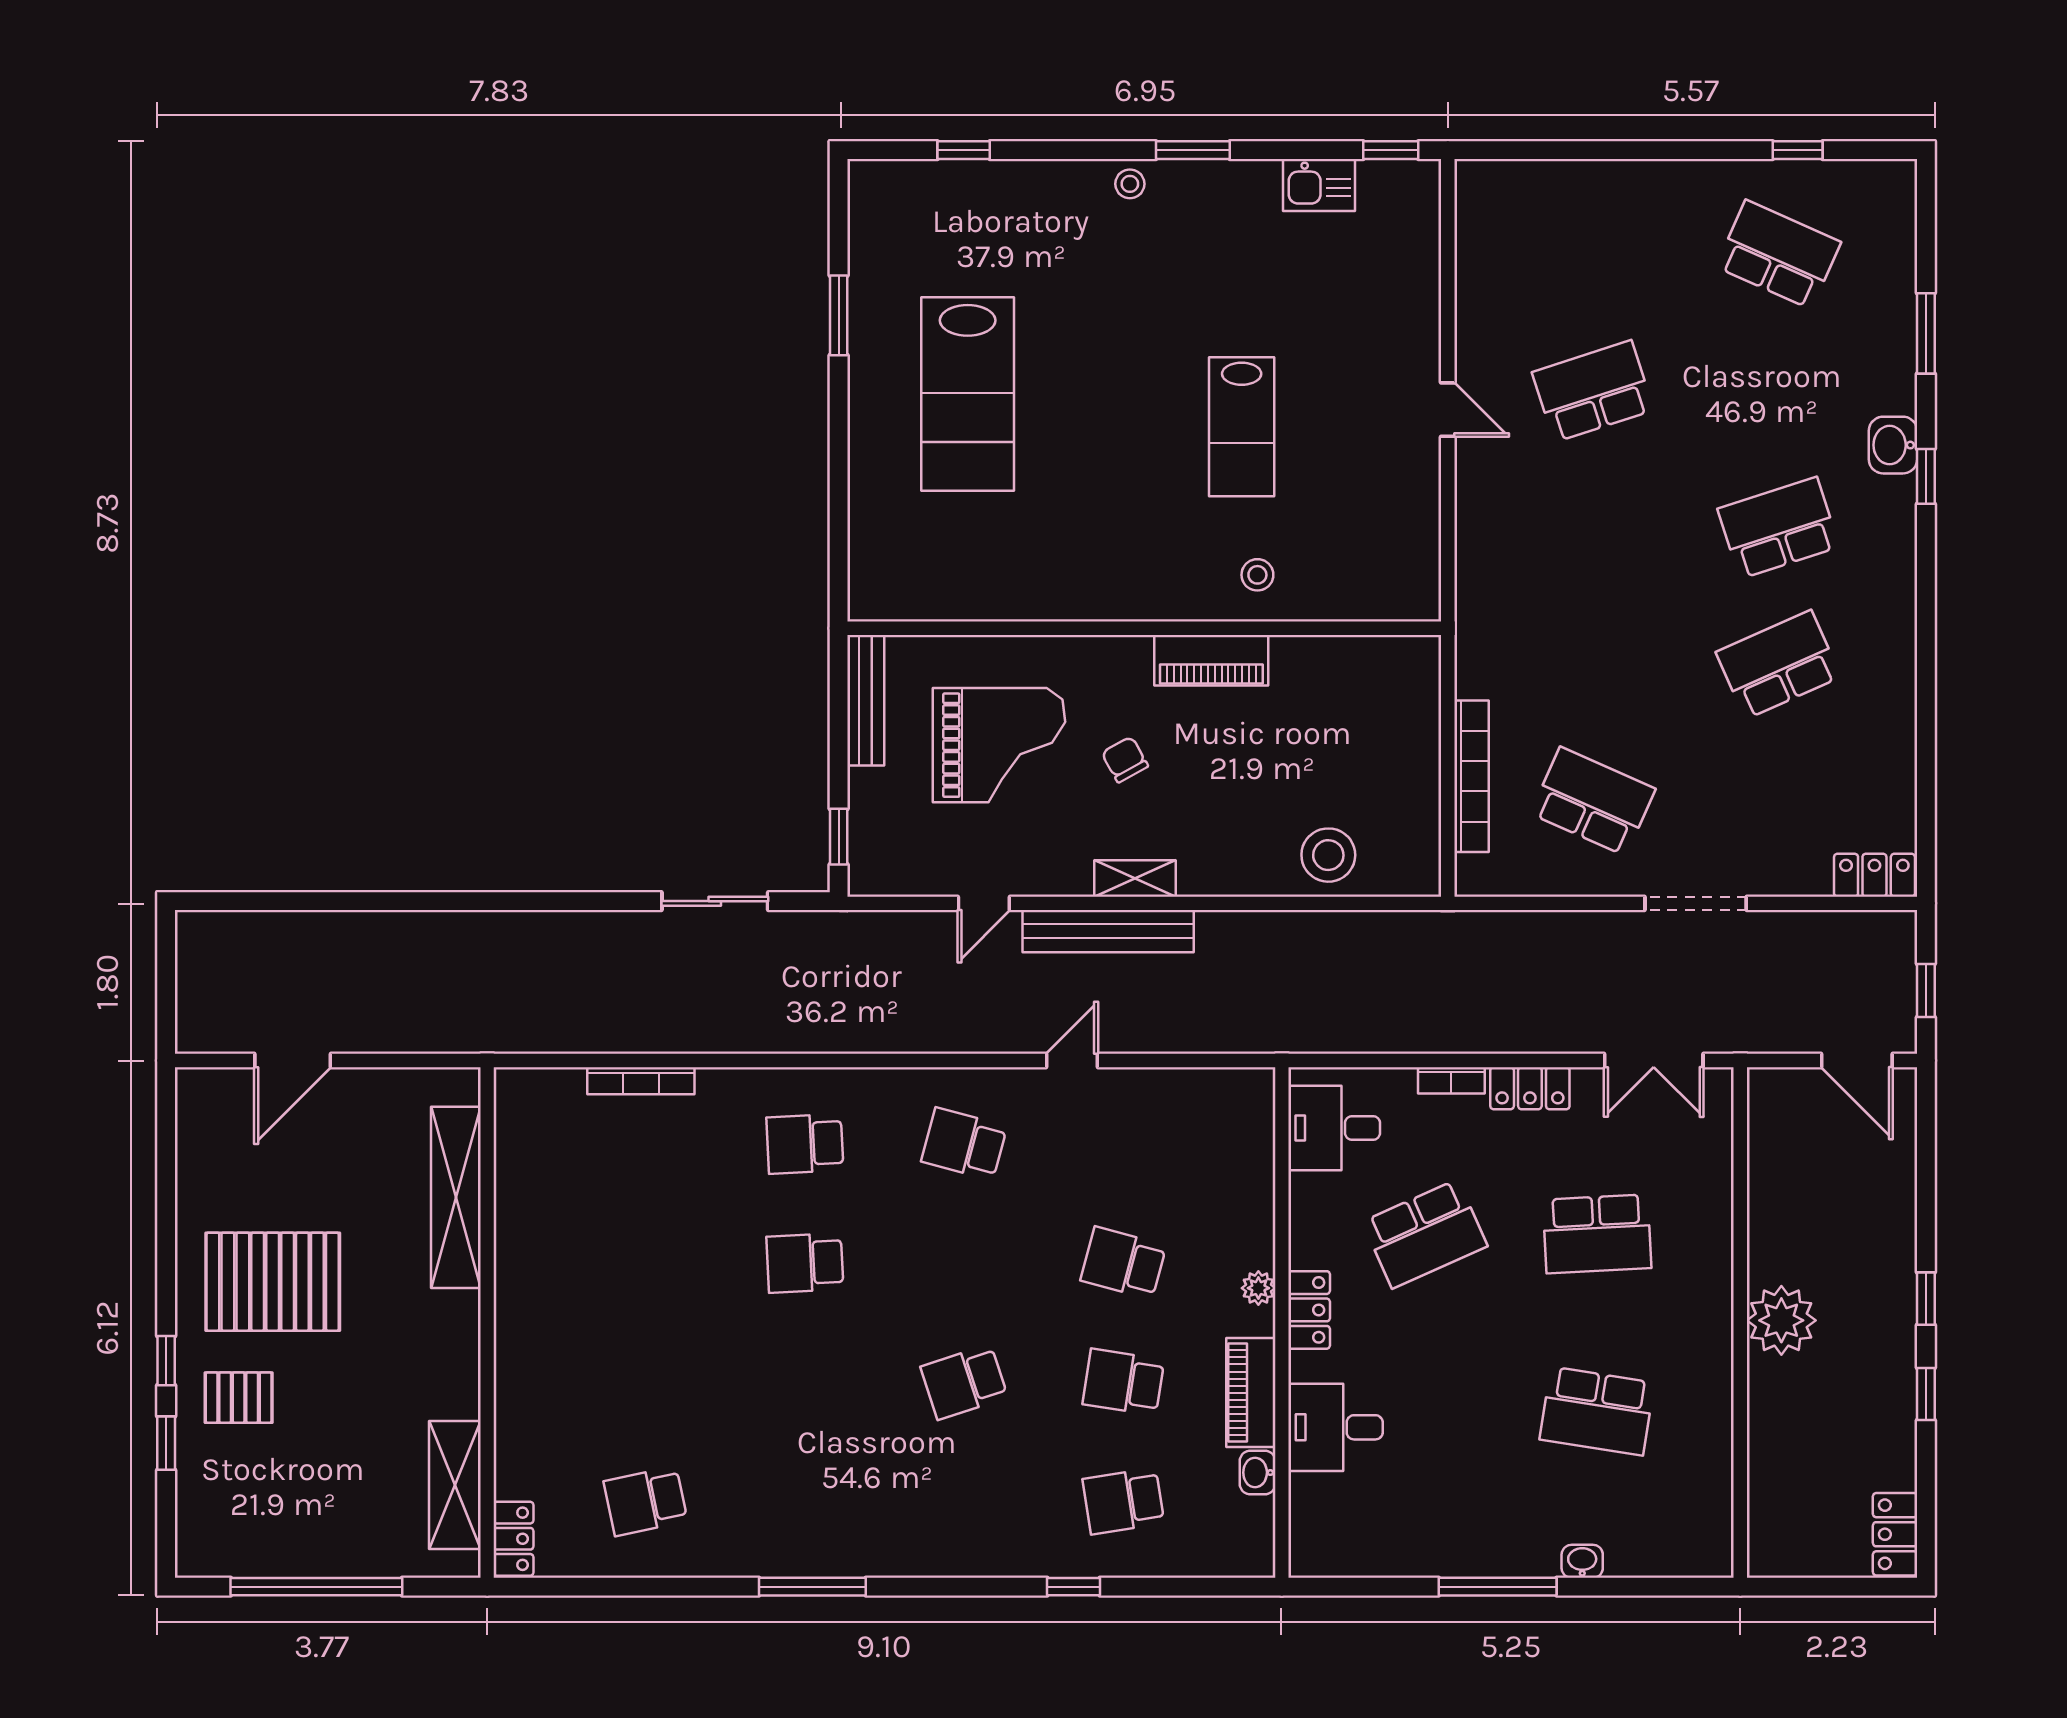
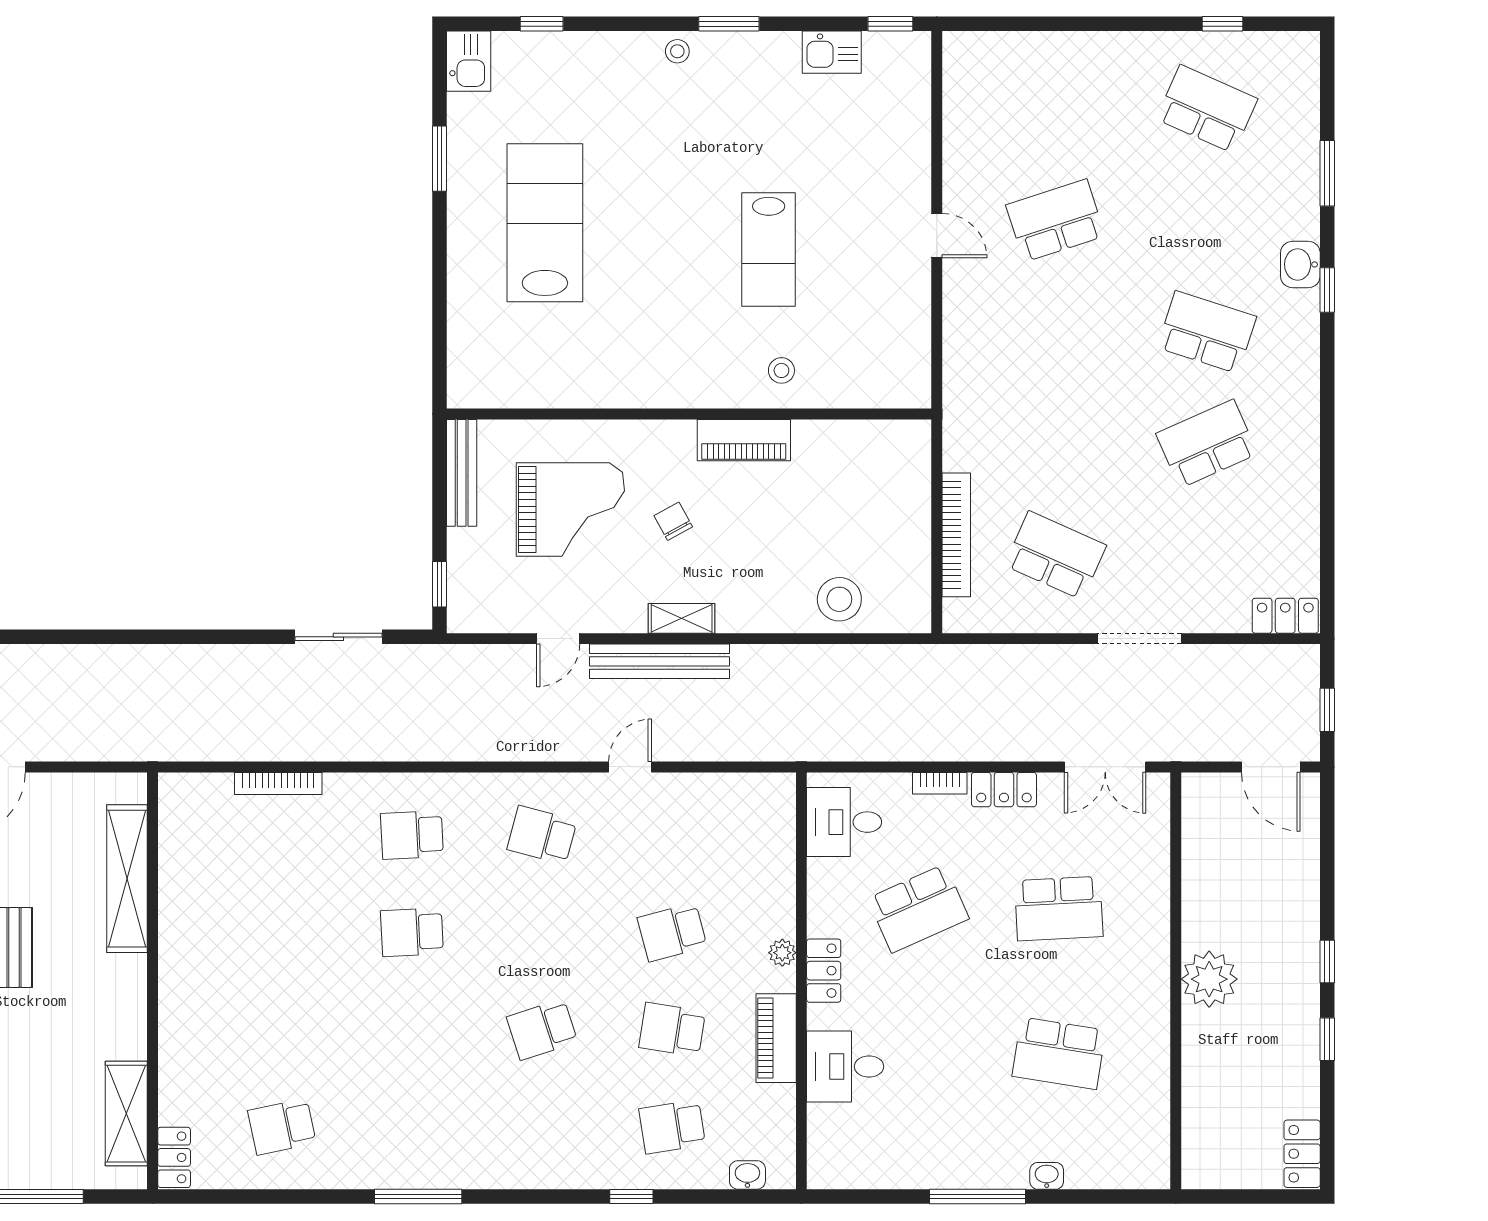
kitchen sink: (874, 196) -> (469, 61), added
lab bench: (968, 394) -> (545, 223), turned 180
school desk: (1778, 528) -> (1207, 332), turned 36
school desk: (1123, 1263) -> (672, 932), turned -30
washbasin: (1258, 1473) -> (747, 1175), moved, turned 90

